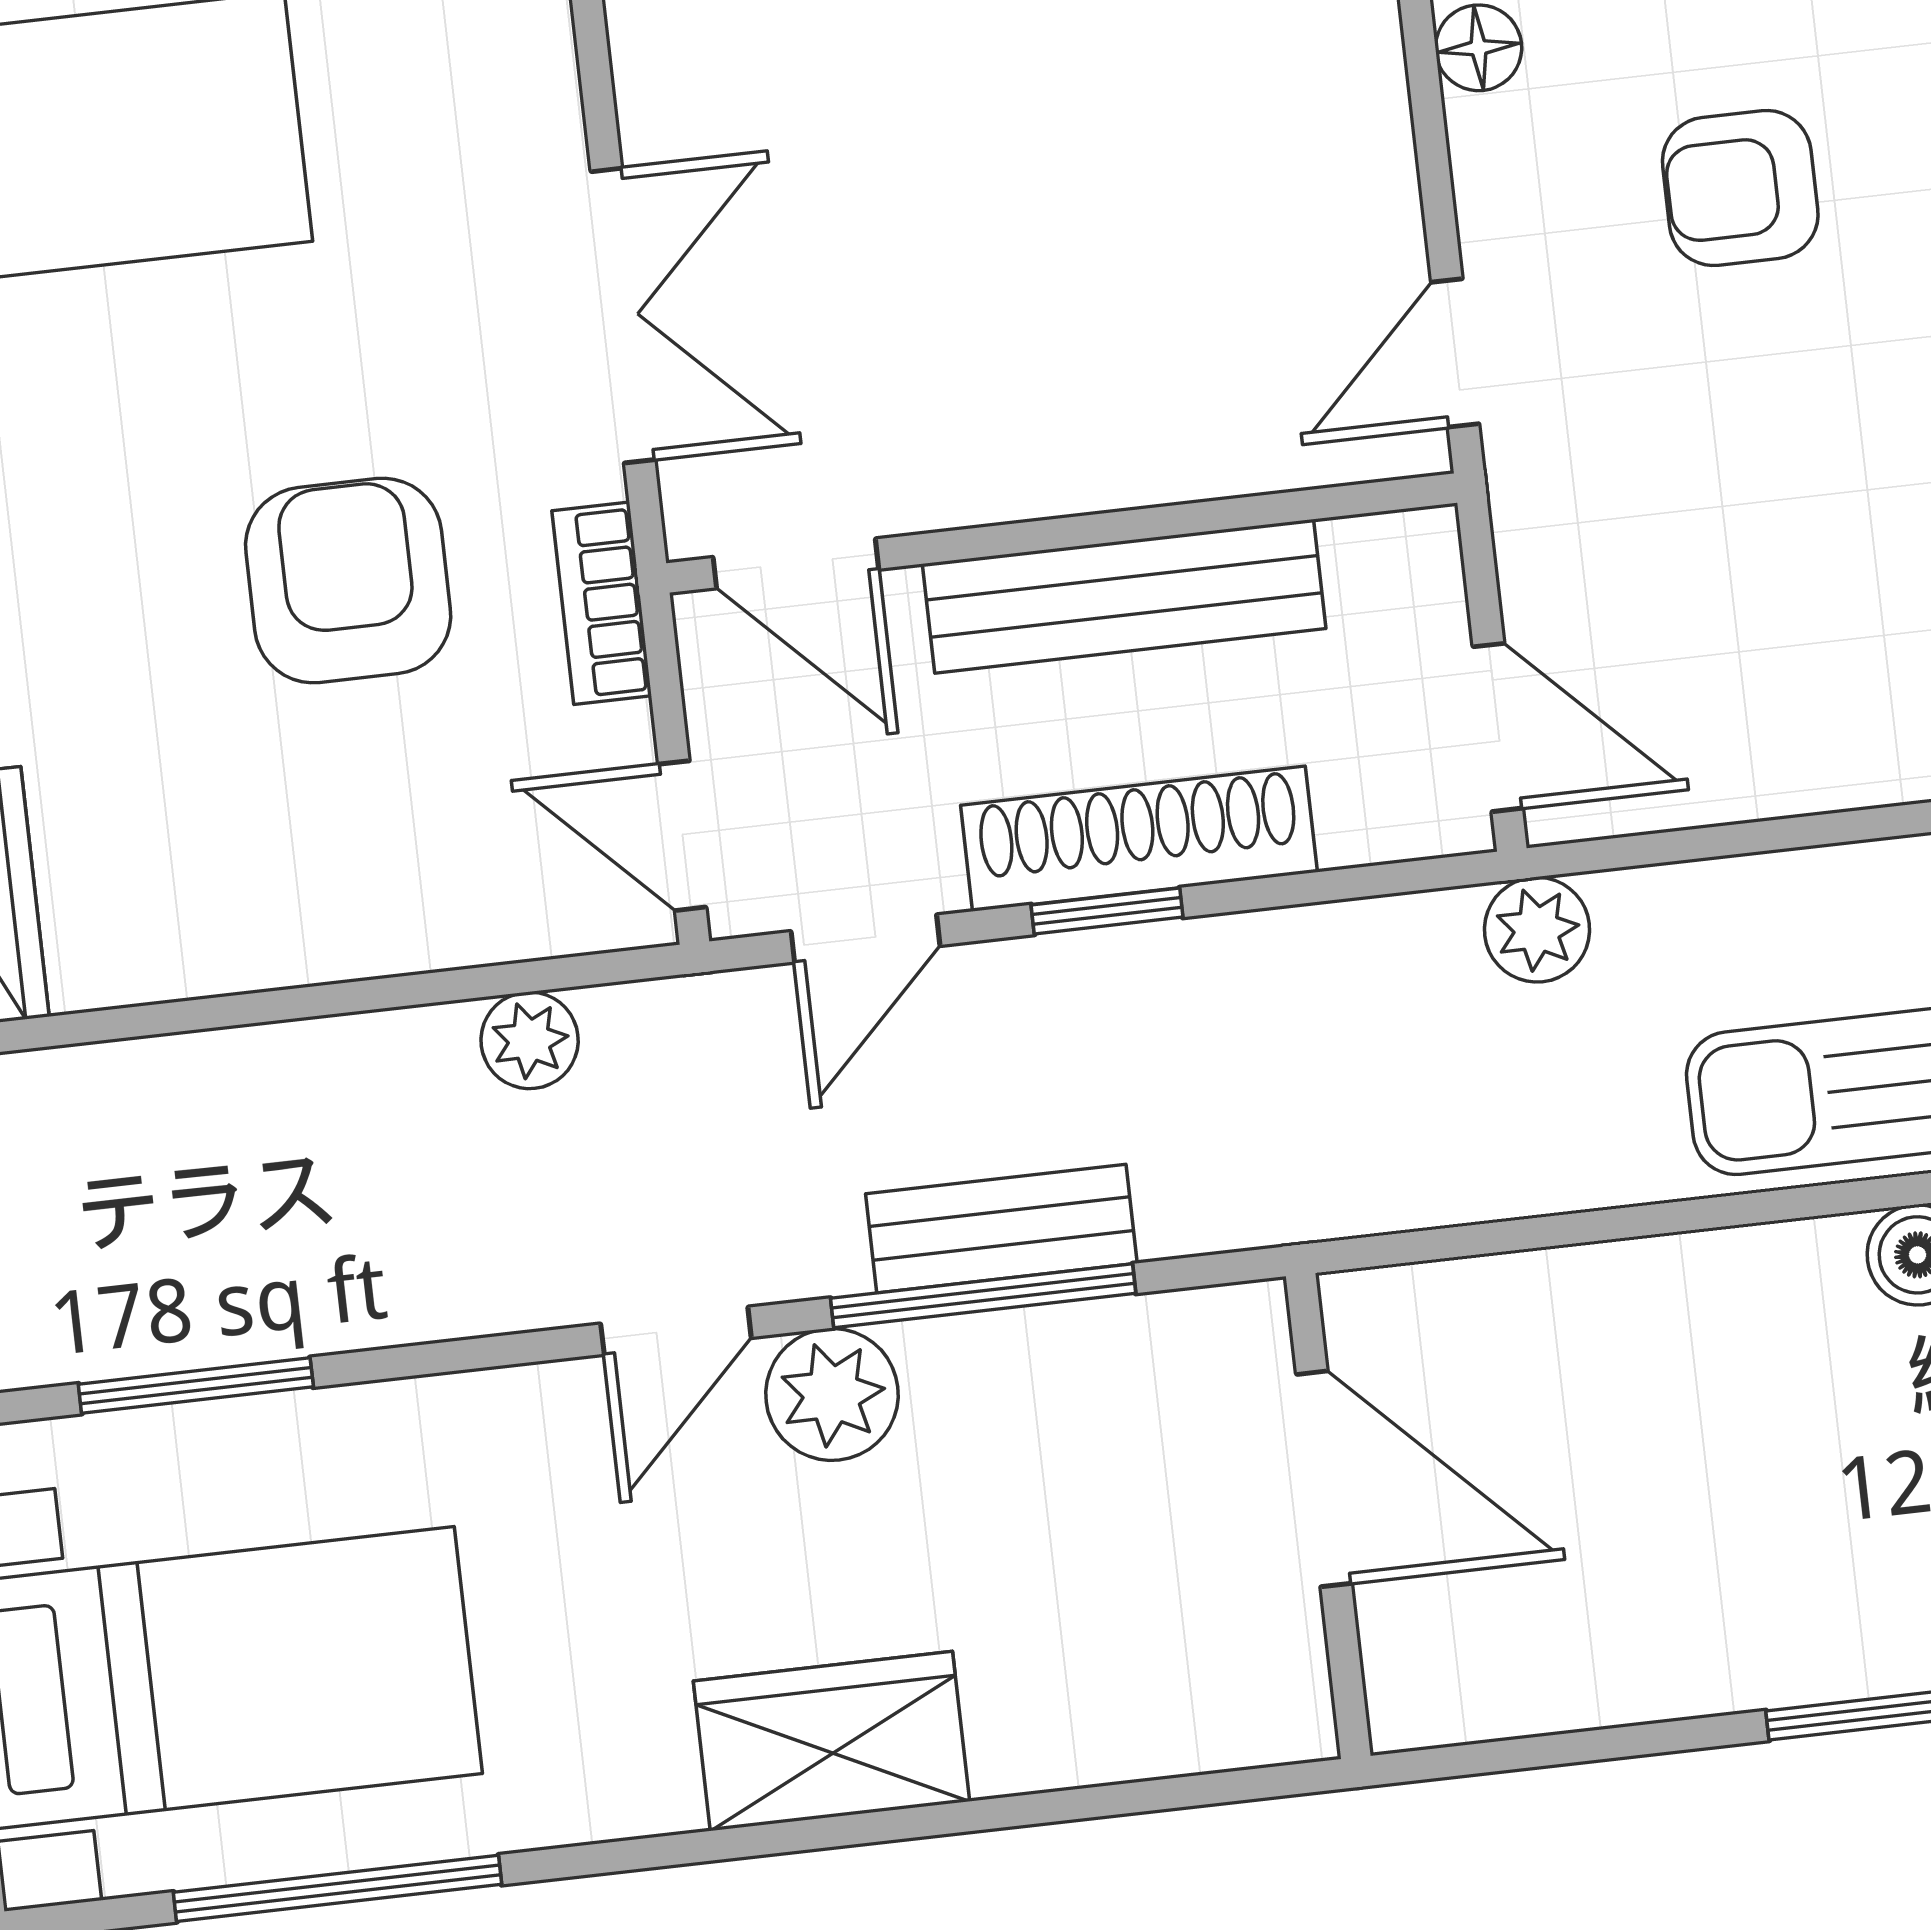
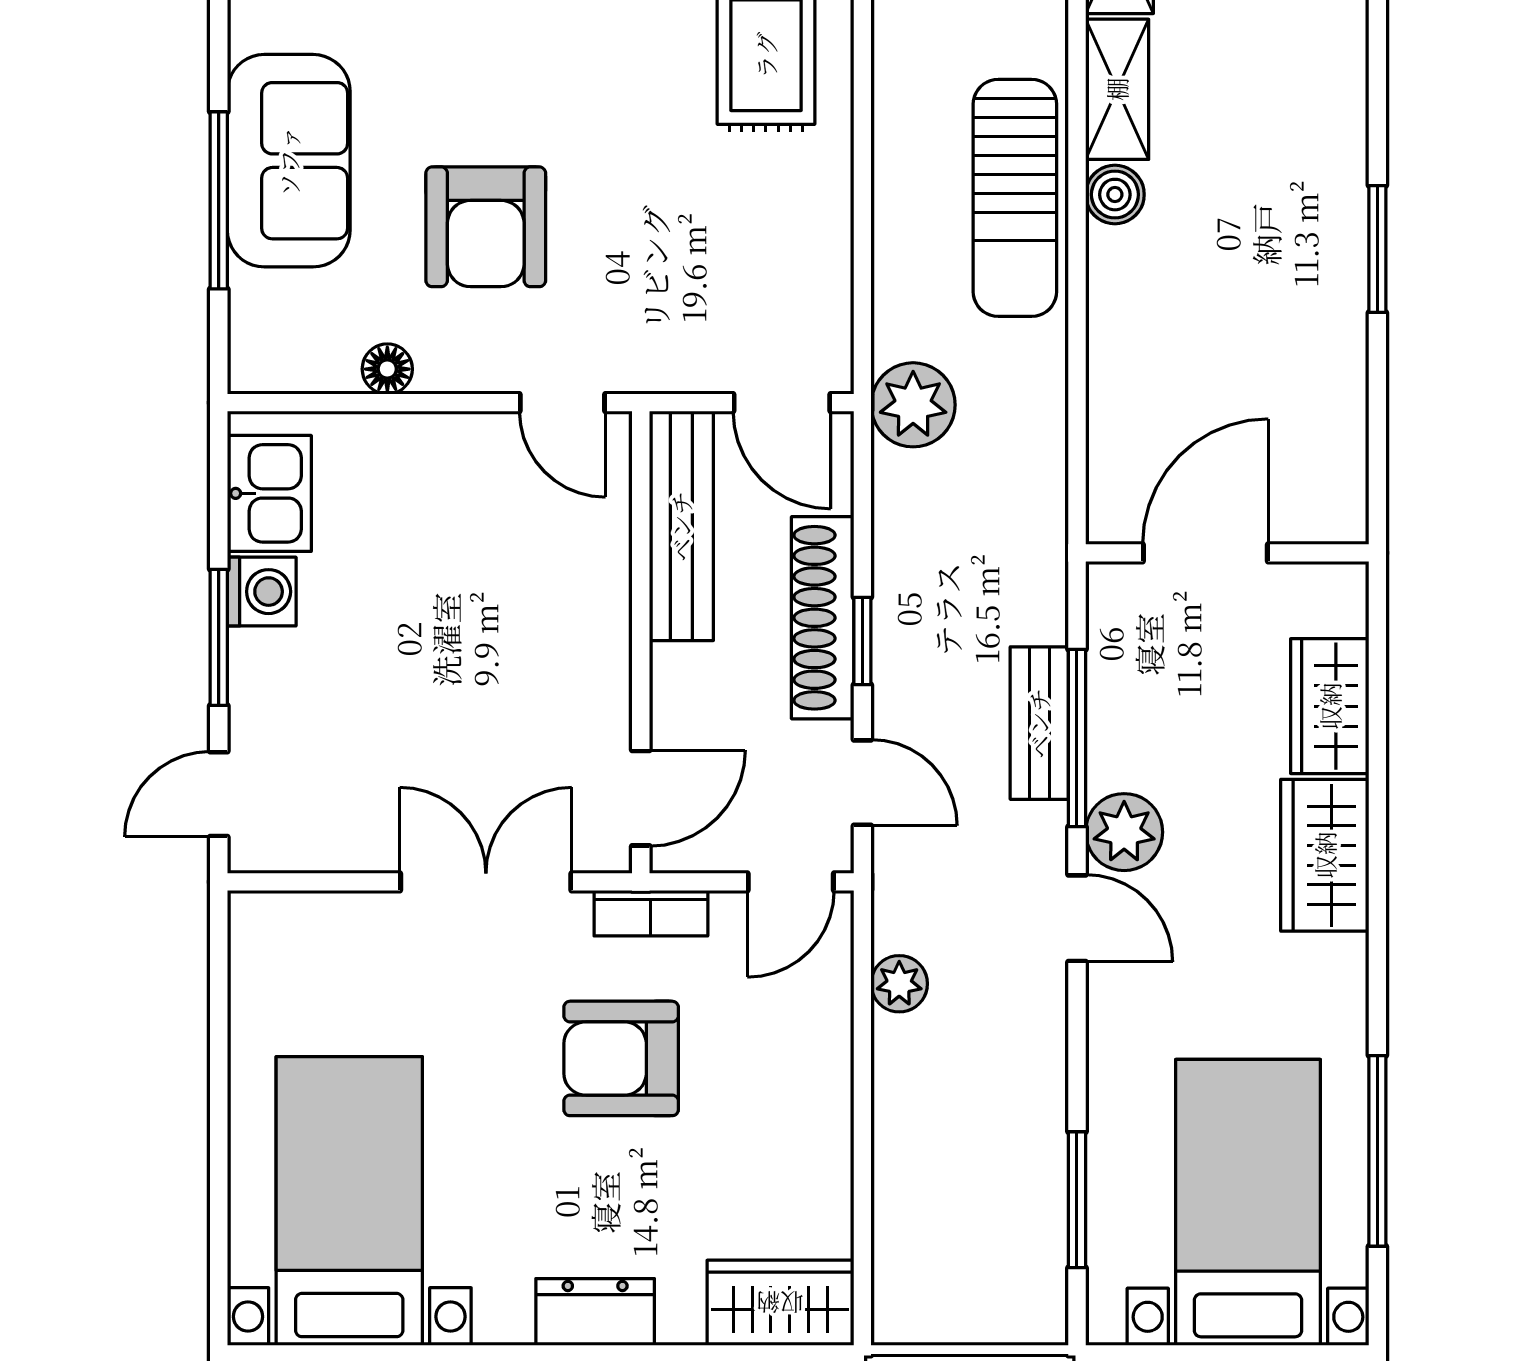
armchair: (1740, 188) -> (486, 227), width x1.38, depth x1.38
bench: (1124, 596) -> (681, 526), moved
door: (1498, 727) -> (782, 403), swing flipped
plant: (1537, 930) -> (913, 405), width x1.38, depth x1.38
wardrobe: (1087, 1721) -> (1330, 706), added

